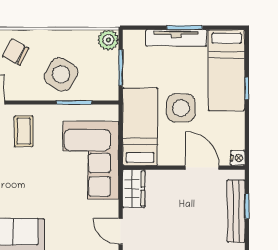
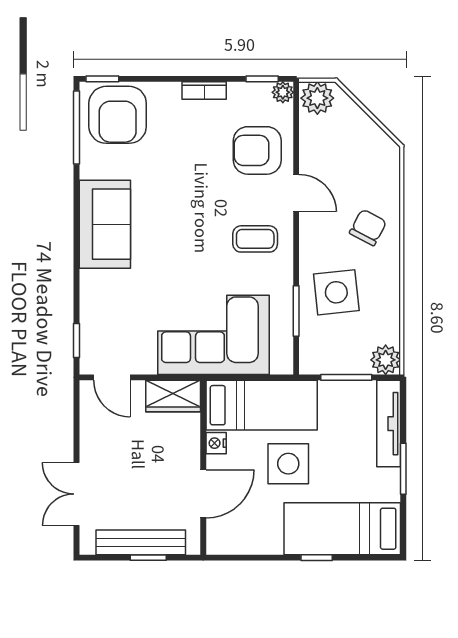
tv unit: (176, 38) -> (389, 424), moved
side table: (61, 74) -> (336, 292), turned -37
nightstand: (238, 158) -> (216, 443), moved, turned 90
door: (121, 231) -> (112, 377), swing flipped

